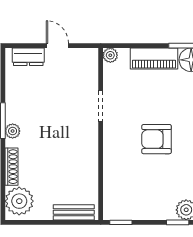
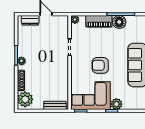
corner sofa: (139, 195) -> (90, 96), added

